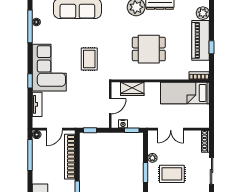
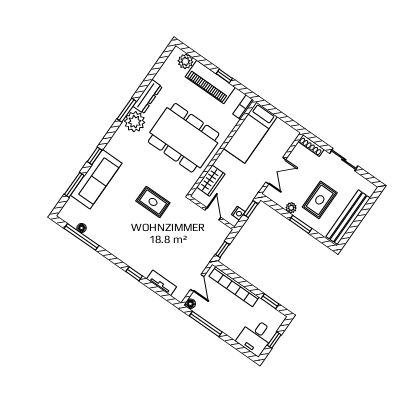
dining table: (149, 49) -> (184, 138), width x1.88, depth x1.24
corner sofa: (49, 68) -> (134, 246), removed

